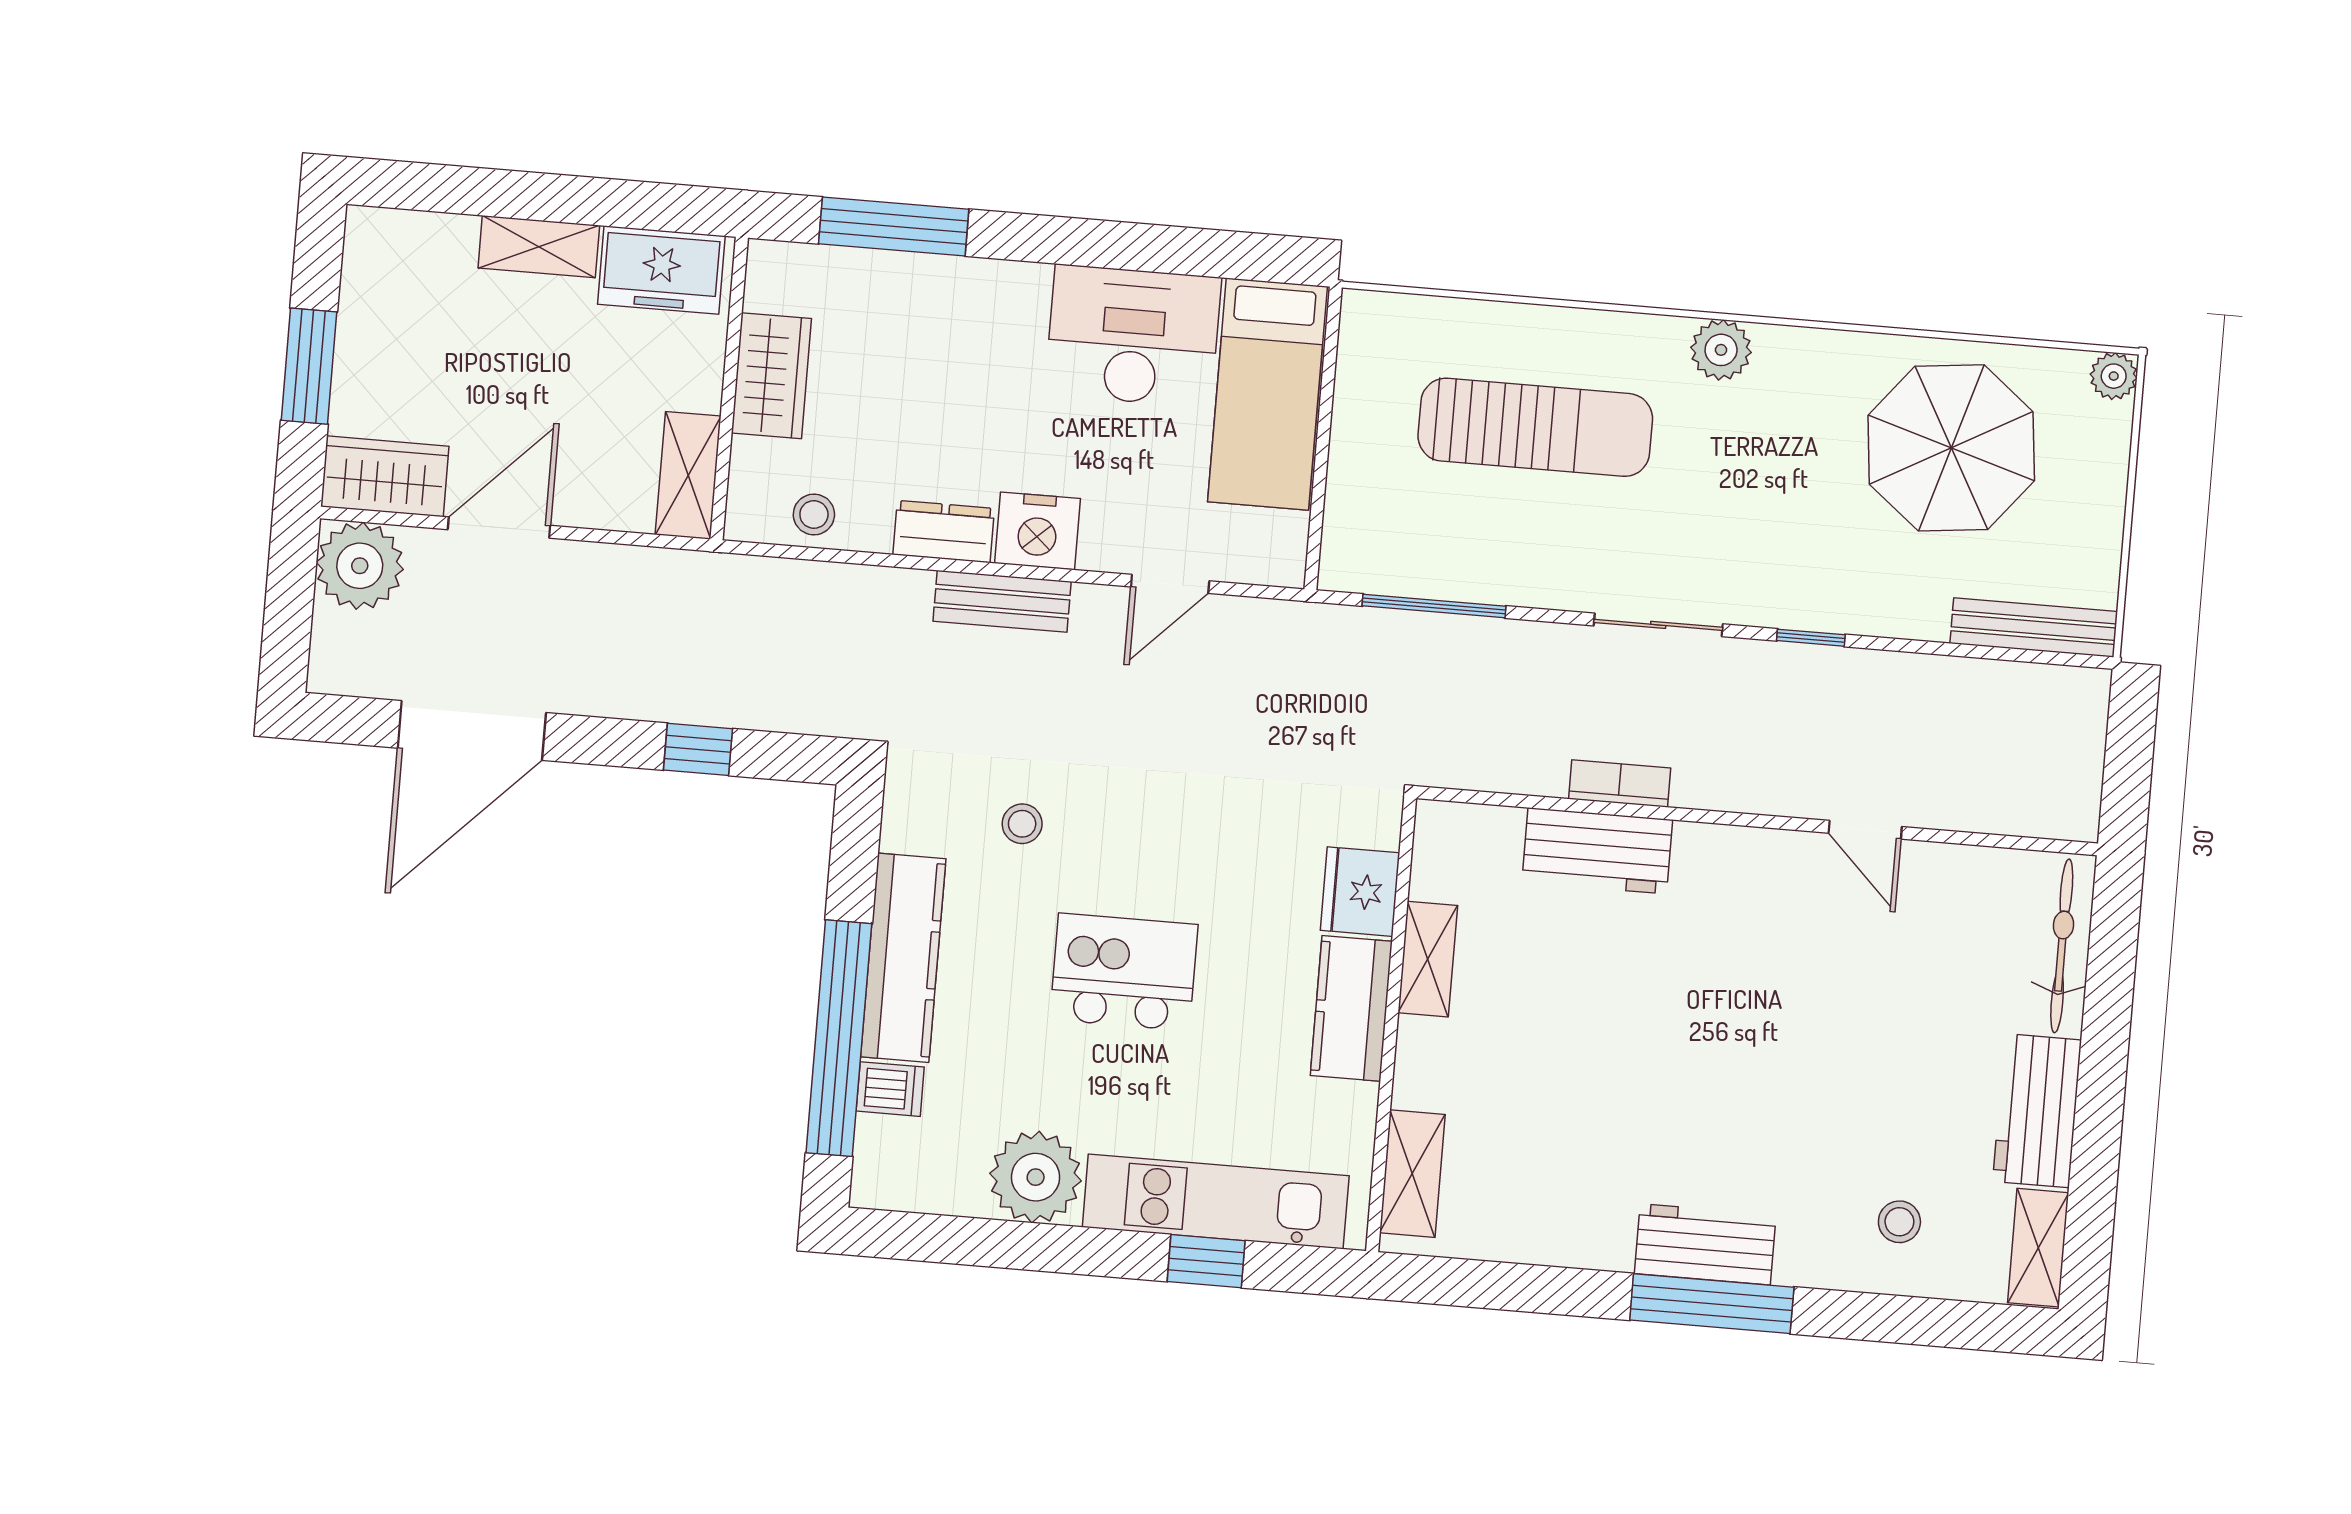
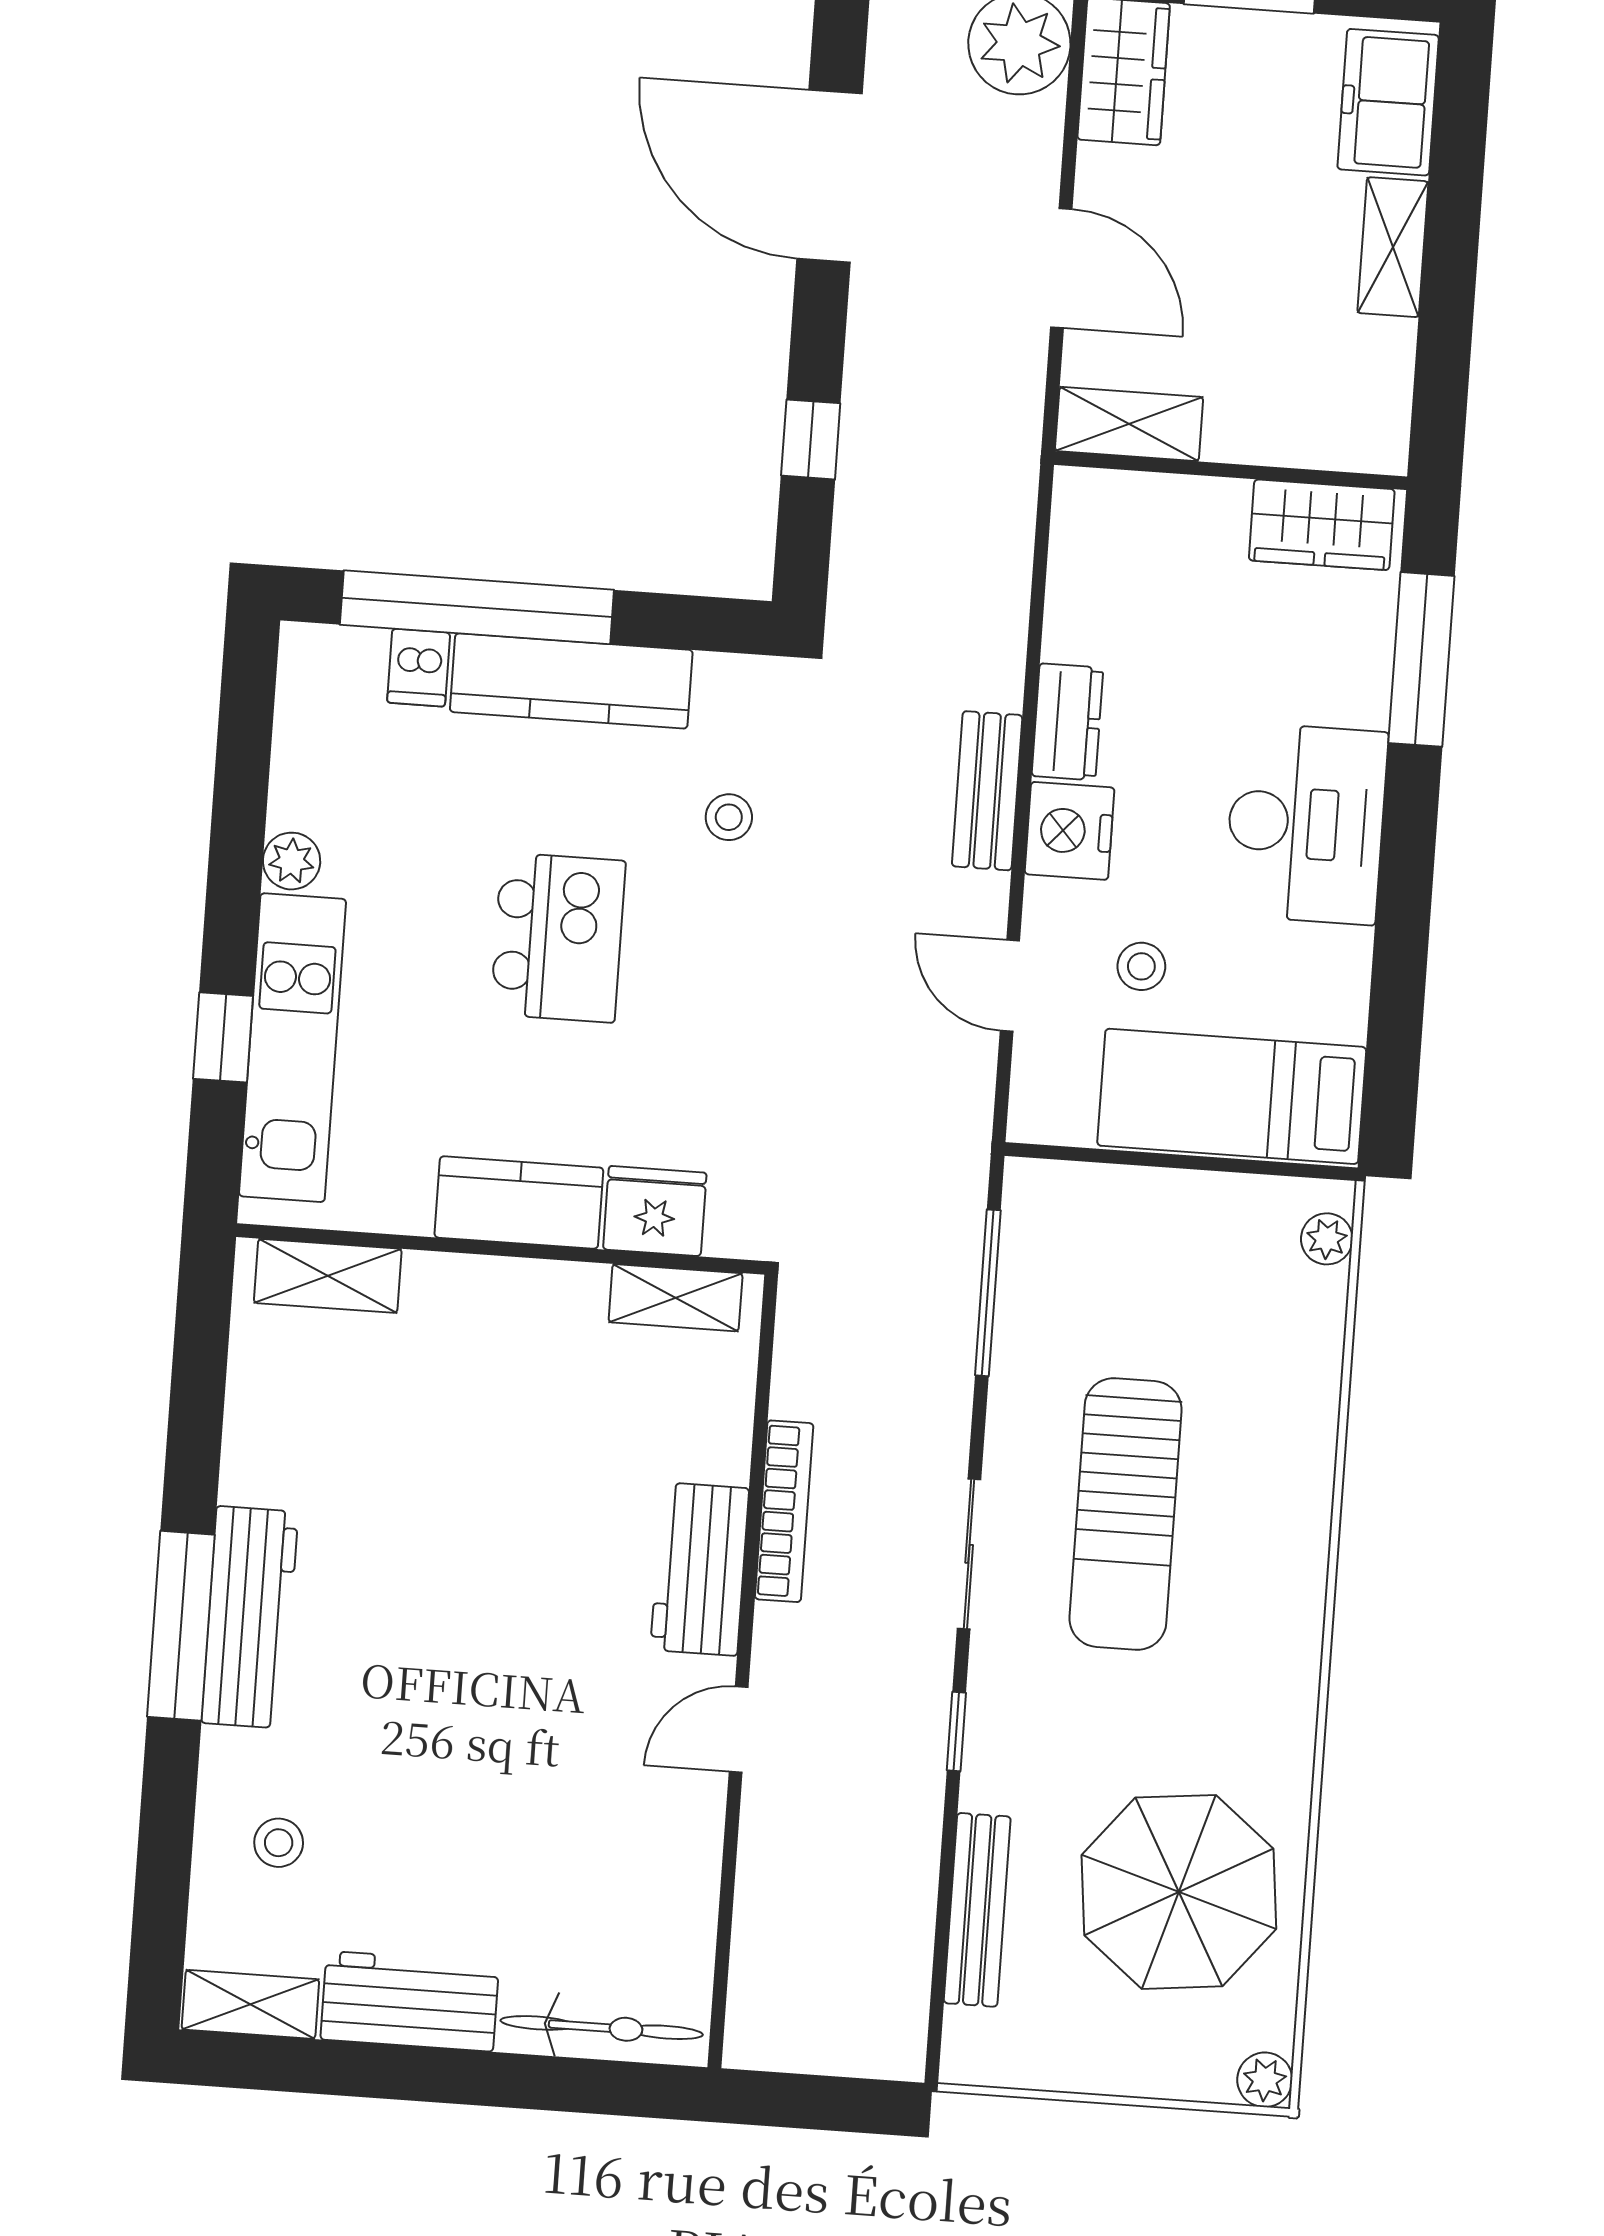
freezer: (661, 270) -> (1388, 102), moved
desk: (1133, 336) -> (1306, 824), moved
plant: (1721, 350) -> (1327, 1239), moved, width x0.73, depth x0.73
wardrobe: (771, 376) -> (1322, 525), moved
sun lounger: (1535, 427) -> (1126, 1514), moved
stool: (814, 515) -> (1141, 966), moved
door: (499, 528) -> (1061, 268), moved
bench: (2034, 627) -> (977, 1910), moved
bookcase: (1620, 784) -> (784, 1511), width x1.56
door: (1865, 830) -> (739, 1730), moved
workbench: (1597, 851) -> (700, 1569), moved
shelving: (1428, 959) -> (676, 1298), moved
plant: (1036, 1177) -> (292, 861), width x0.53, depth x0.53
workbench: (1705, 1244) -> (250, 1617), width x1.38

